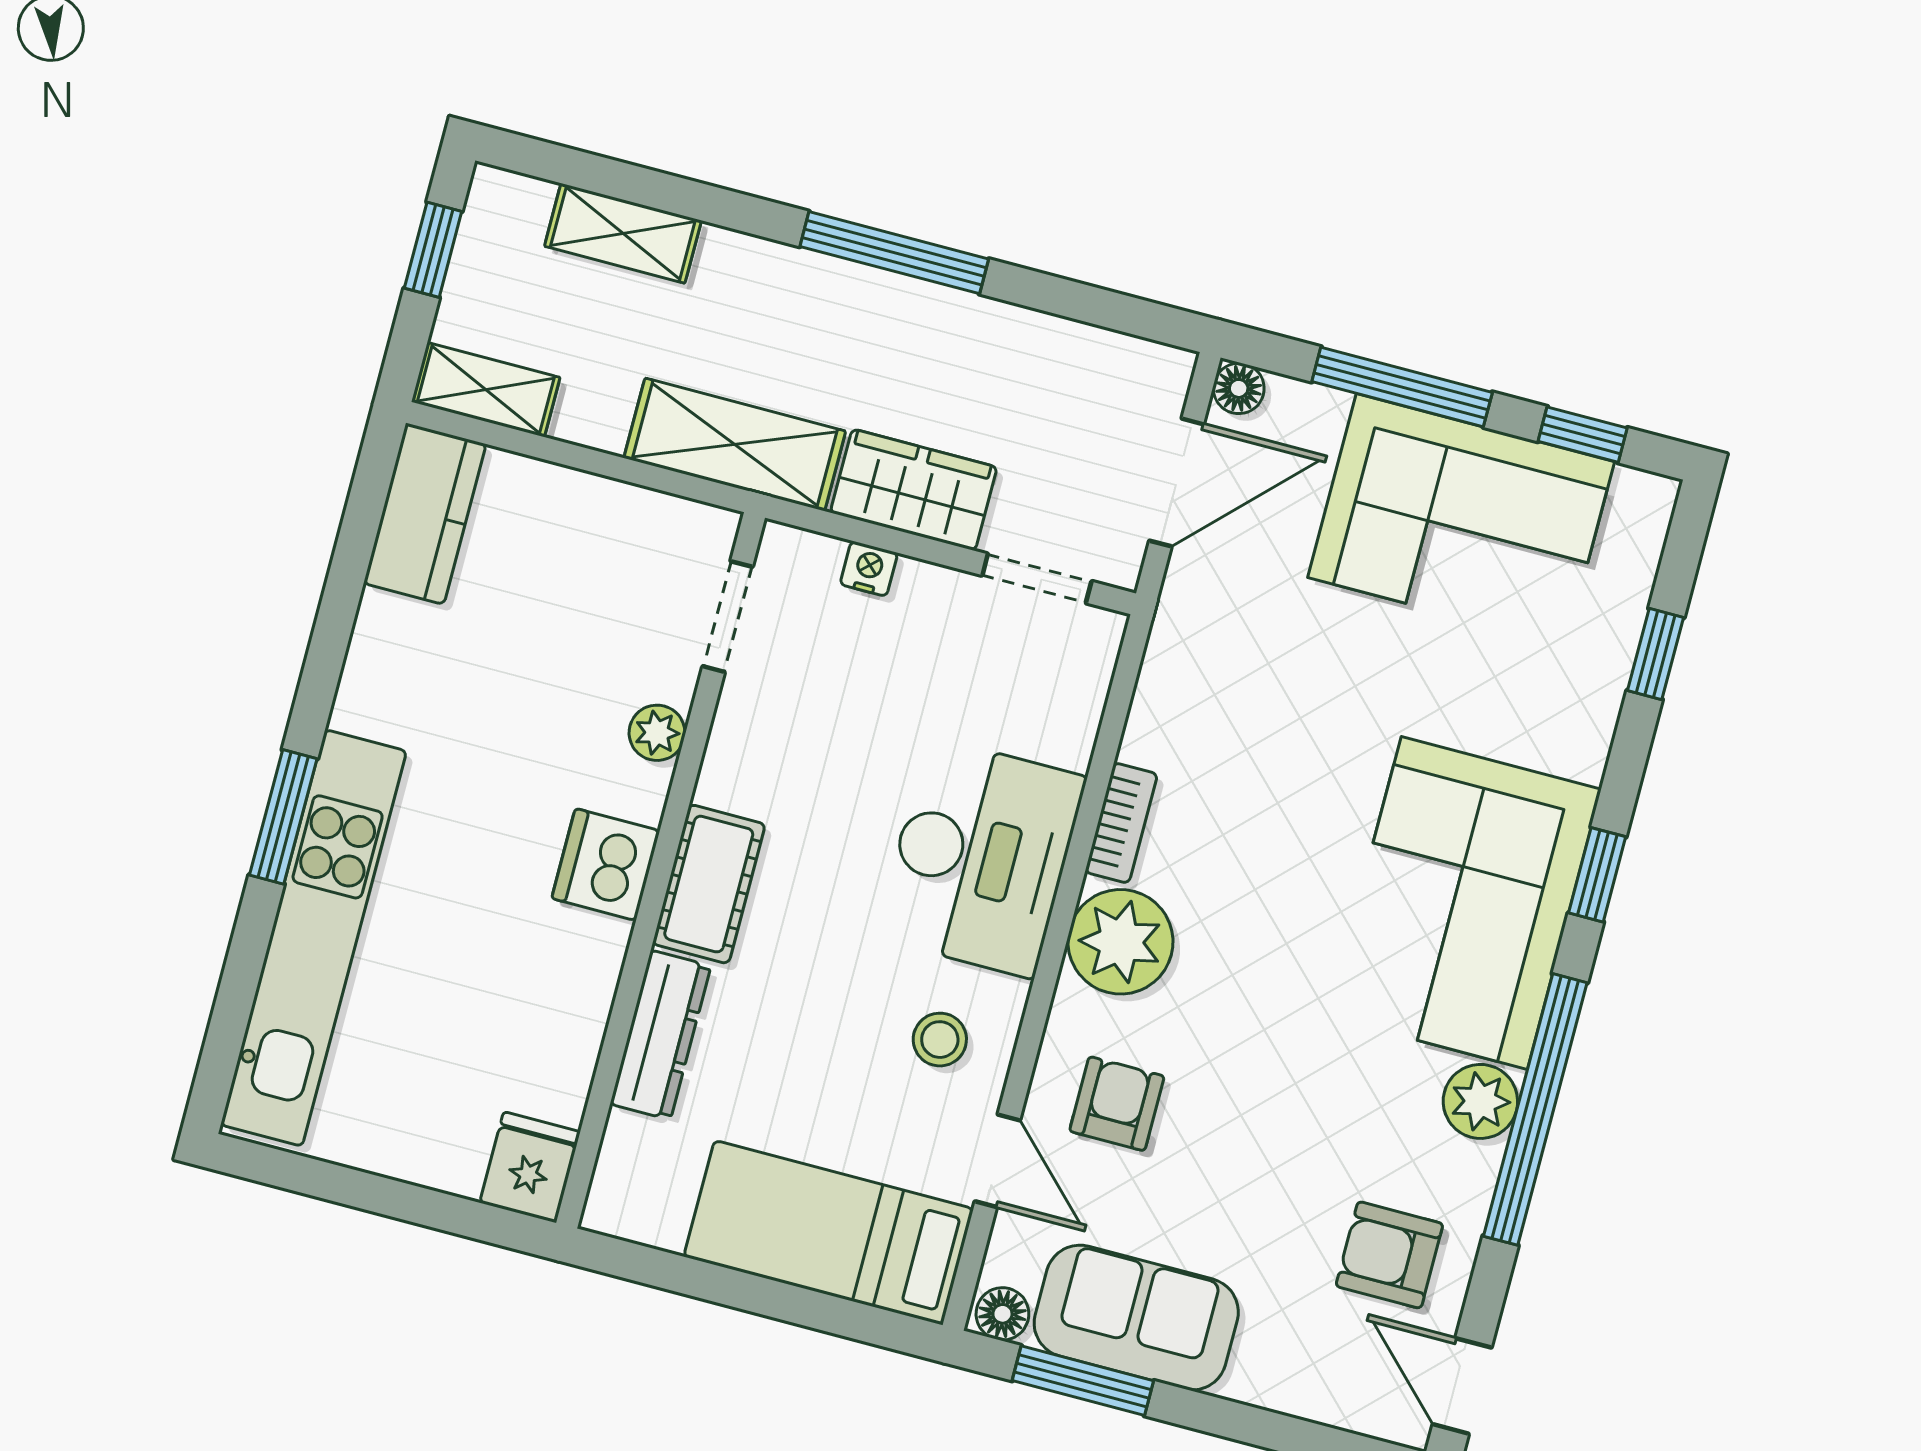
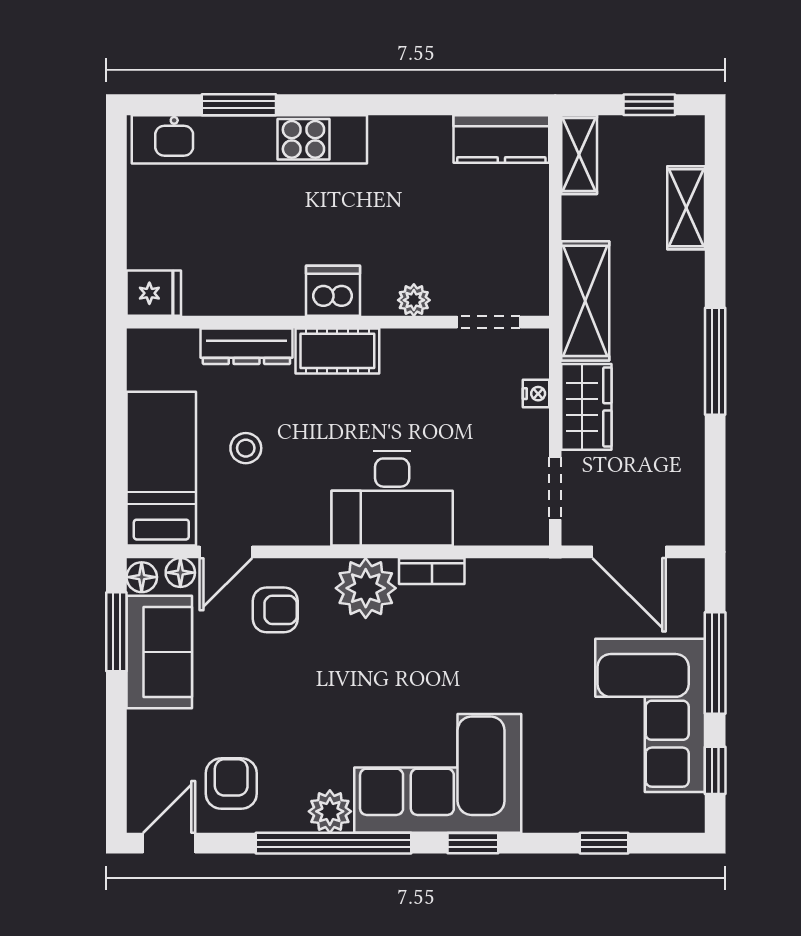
floor lamp: (1239, 388) -> (180, 573), moved
window: (283, 817) -> (239, 105), moved
stool: (940, 1040) -> (246, 448), moved

